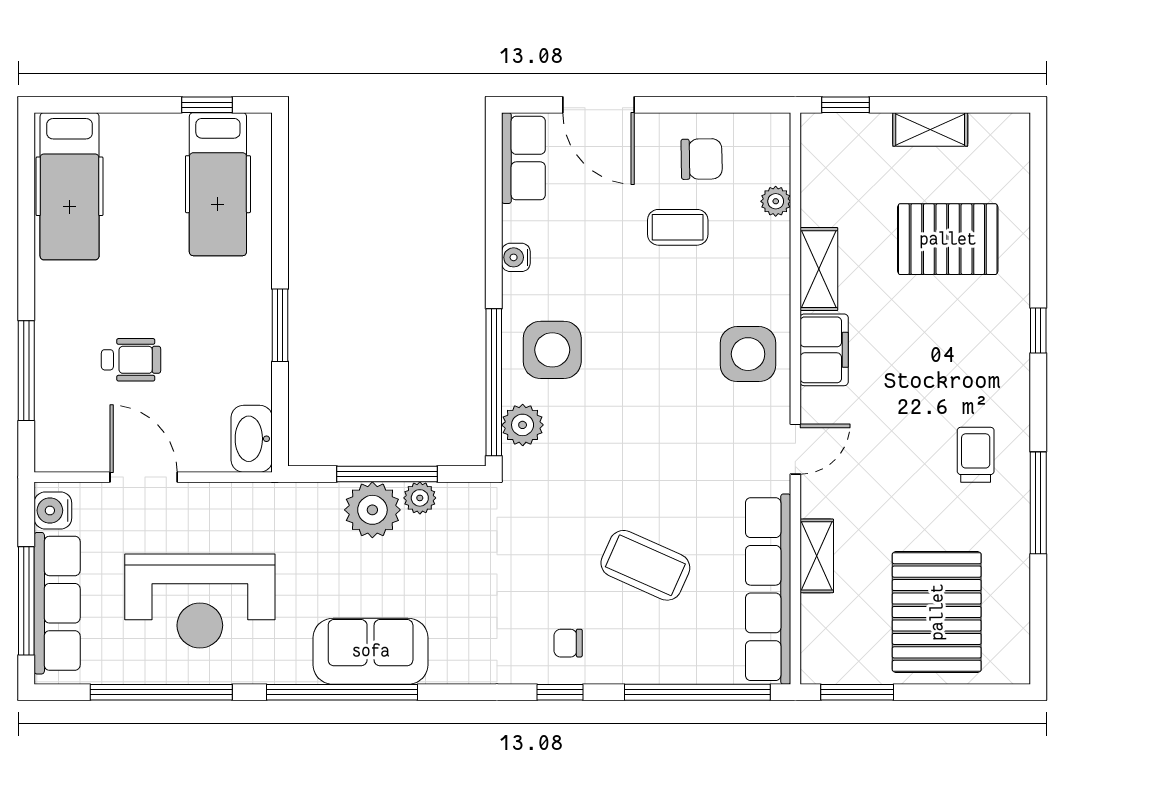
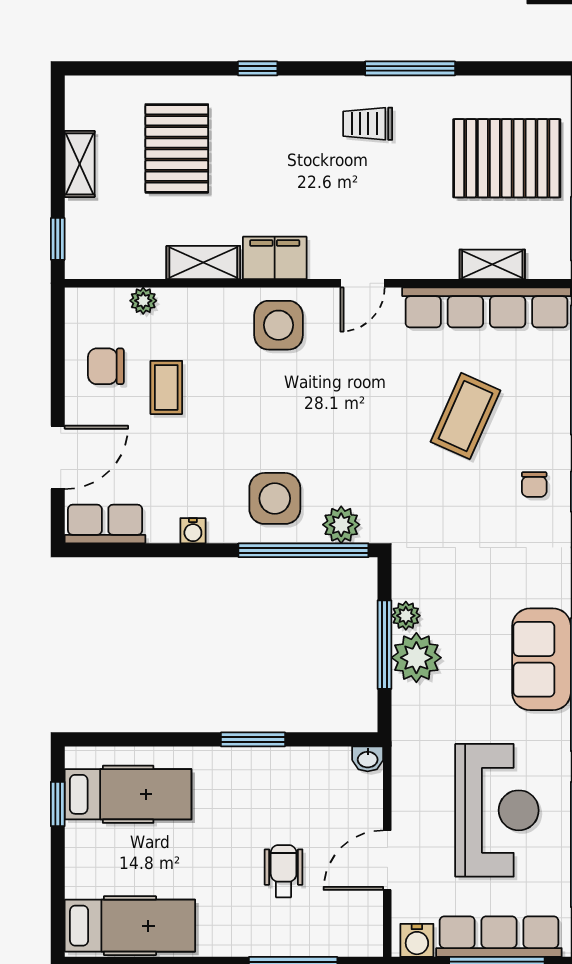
chair: (702, 159) -> (106, 366), turned -89
washbasin: (252, 439) -> (368, 759), width x0.52, depth x0.69
door: (795, 449) -> (363, 283), swing flipped
shelving: (817, 556) -> (492, 264), moved

